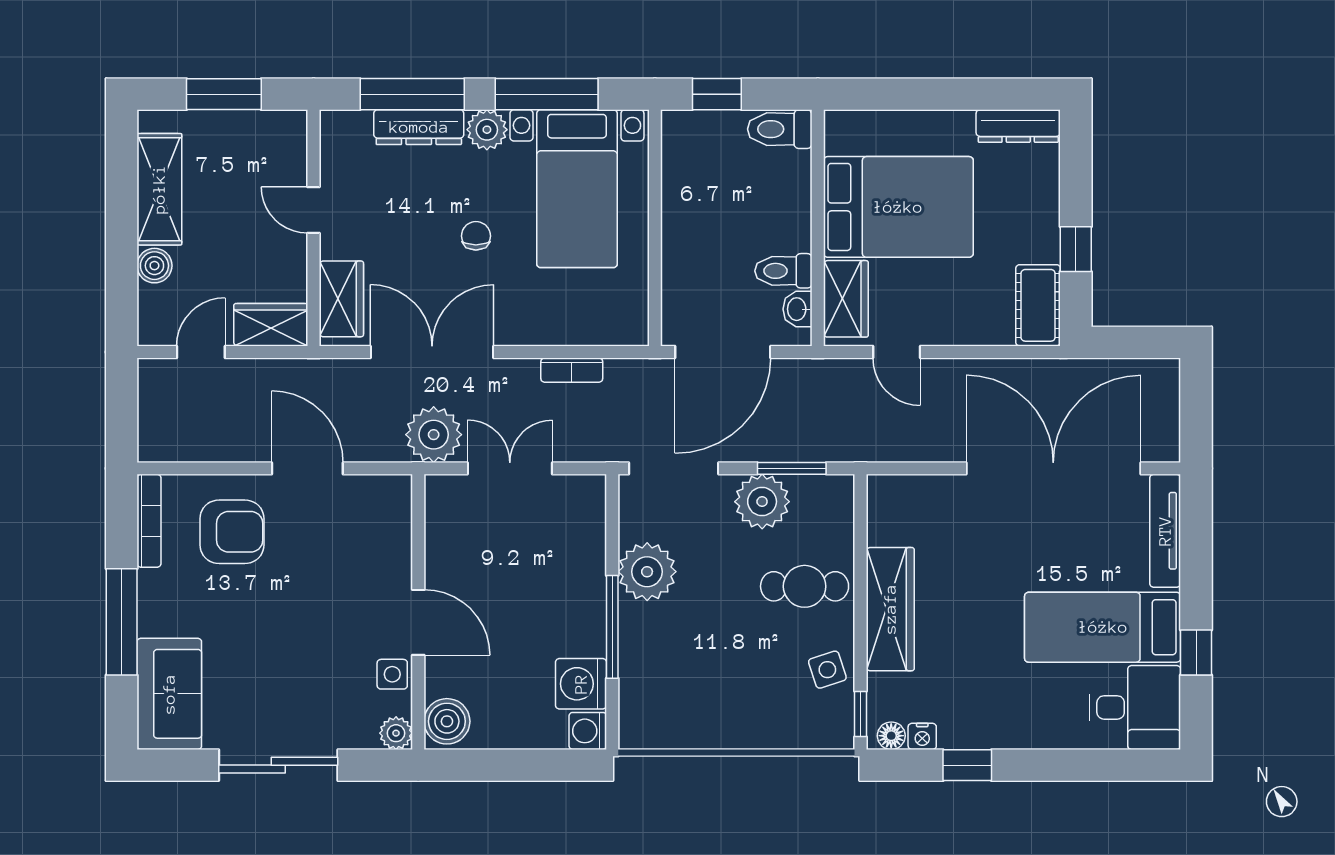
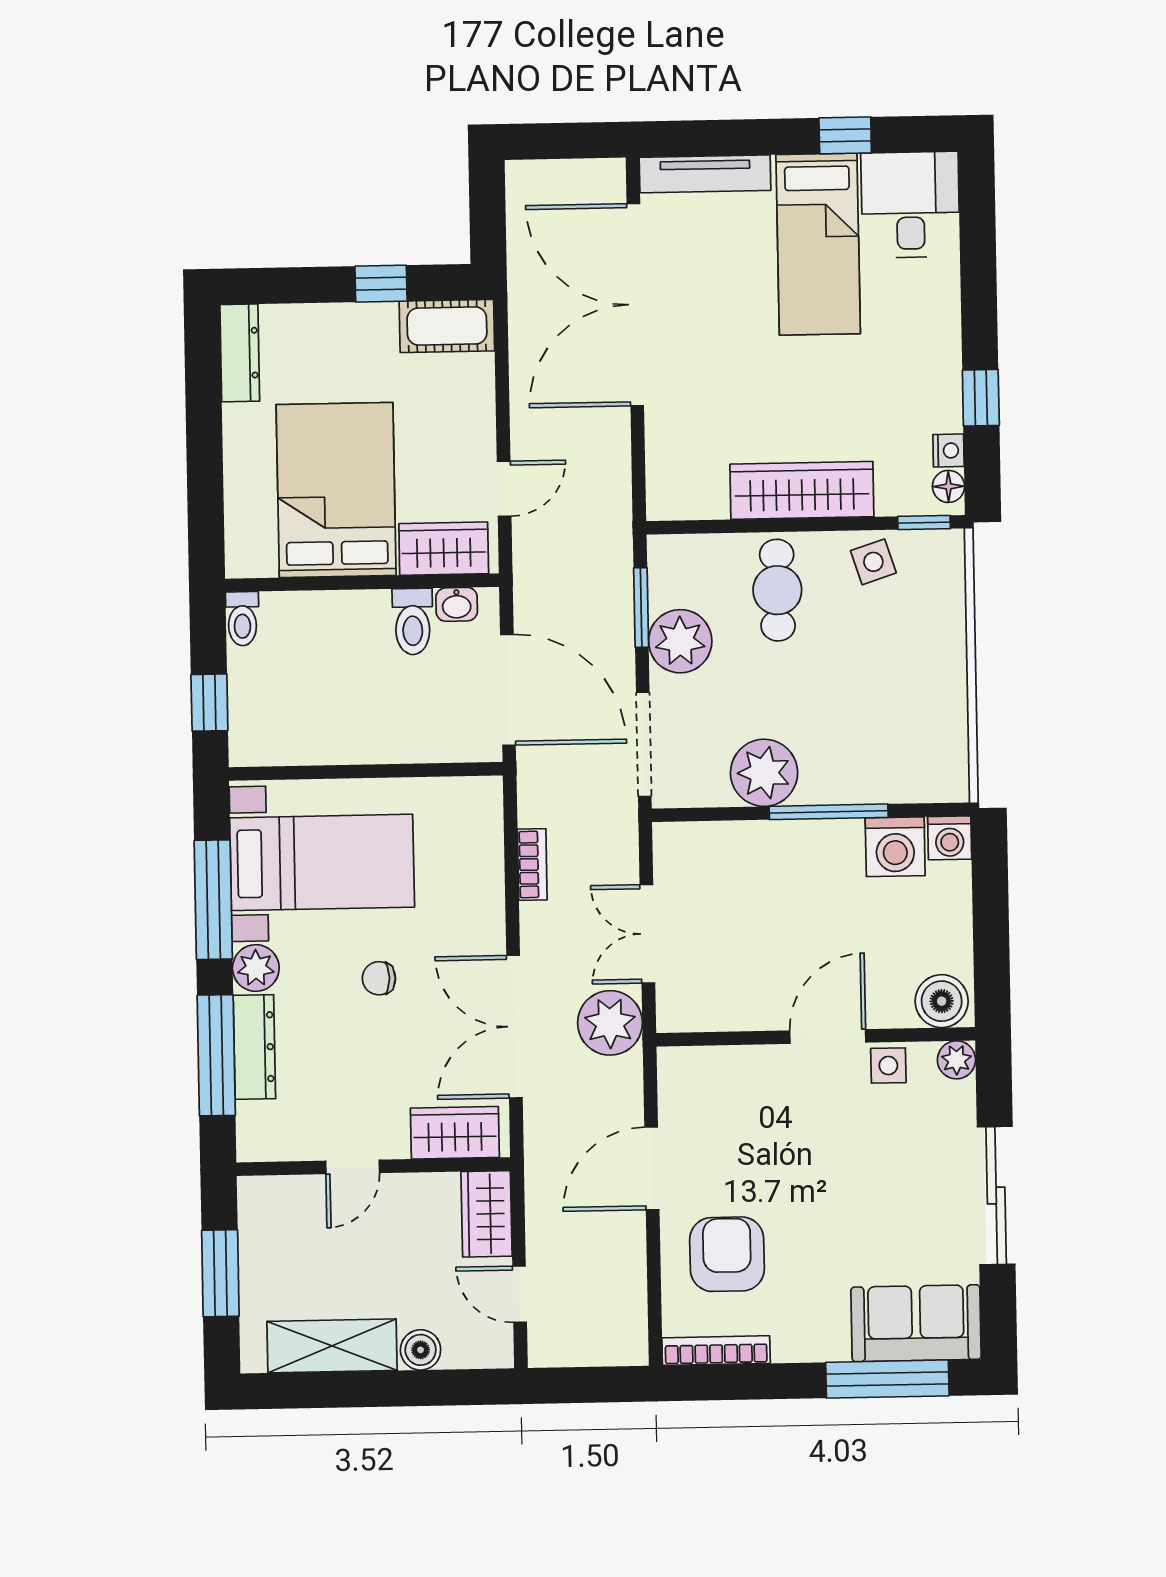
toilet: (780, 129) -> (242, 619), width x0.73, depth x0.72
window: (122, 622) -> (887, 1379), moved

